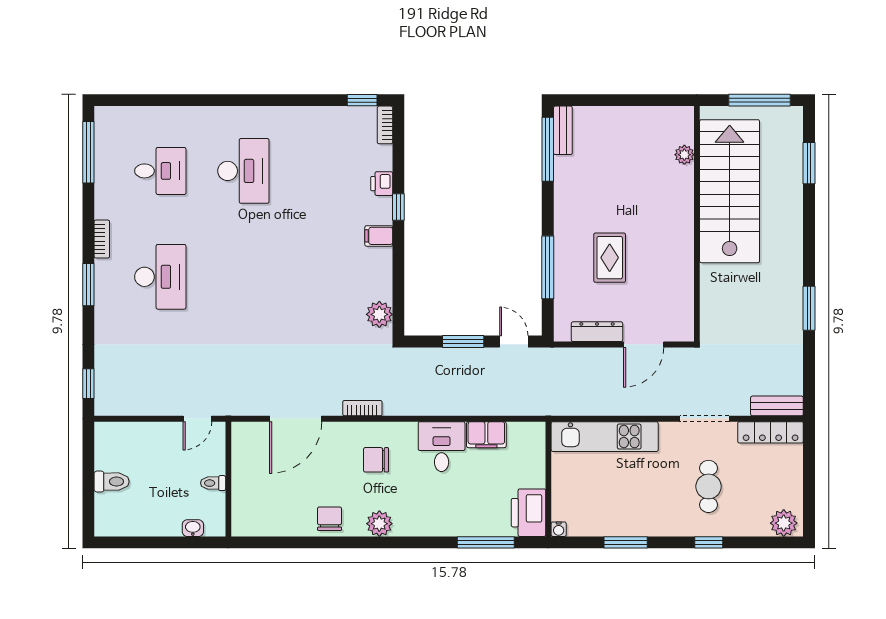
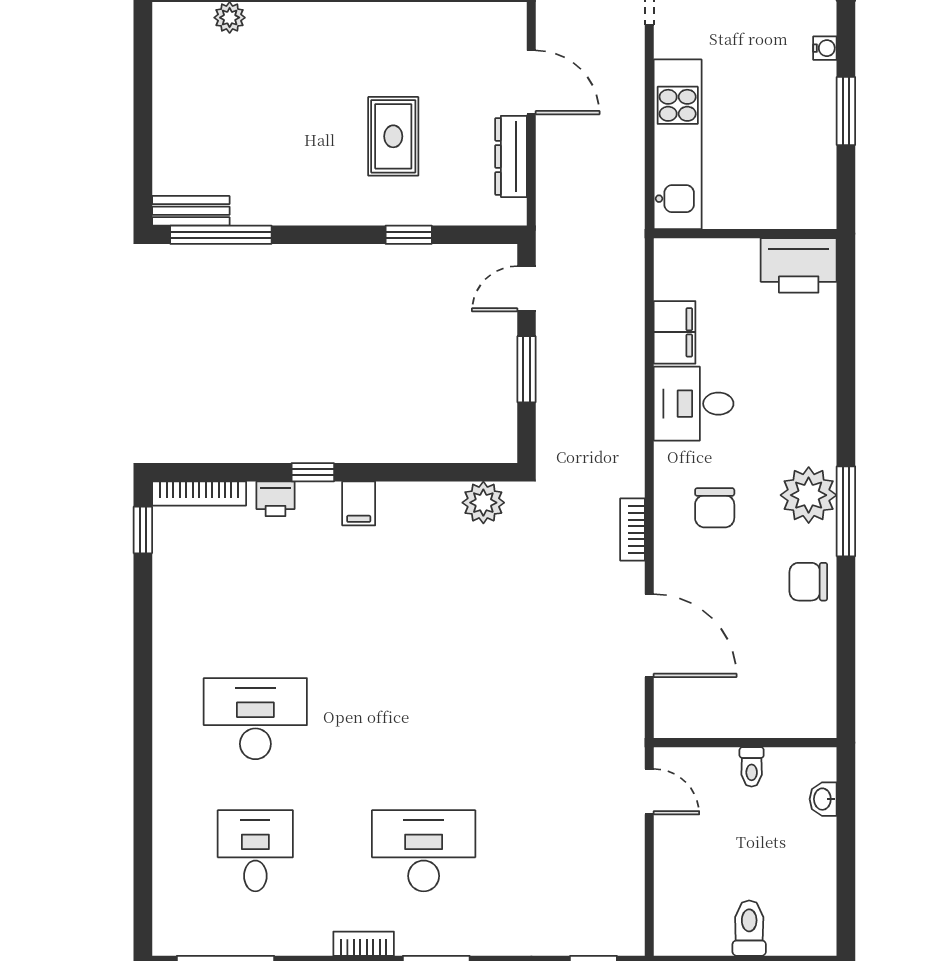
bookcase: (385, 125) -> (199, 494), width x1.56
rug: (610, 258) -> (393, 136), turned 90
window: (548, 267) -> (409, 235), width x0.46
plant: (379, 524) -> (809, 495), width x1.36, depth x1.36
water cooler: (559, 529) -> (825, 48), moved
window: (486, 542) -> (846, 511), moved

